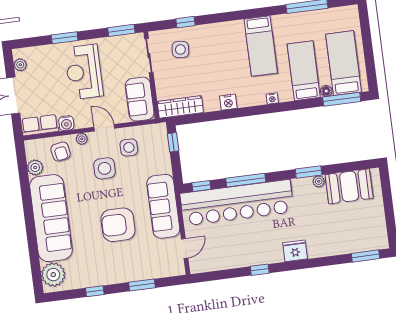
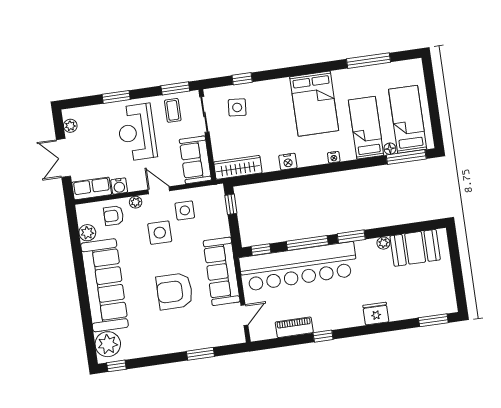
bed: (261, 46) -> (314, 104), width x1.50
coffee table: (119, 51) -> (173, 110), added
armchair: (61, 152) -> (114, 216), turned 100
window: (309, 172) -> (351, 237), moved
fridge: (295, 251) -> (376, 314), moved
piano: (232, 261) -> (294, 327), added
window: (95, 291) -> (116, 366), moved

